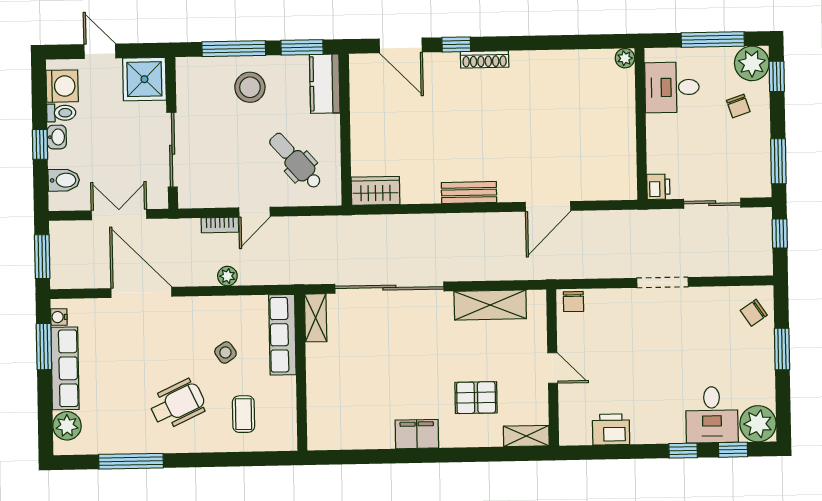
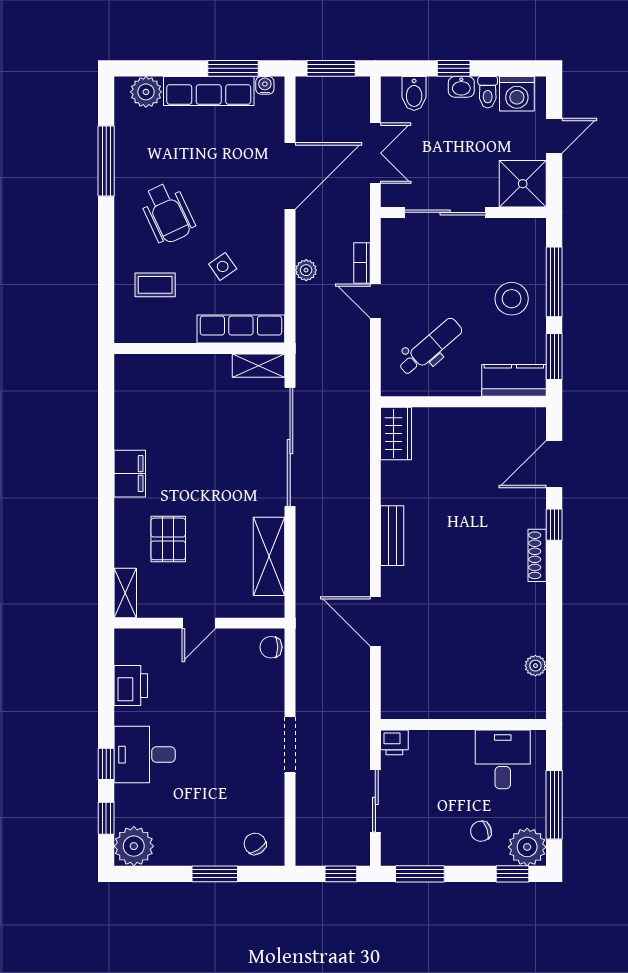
plant: (625, 58) -> (535, 666), moved
desk: (712, 415) -> (145, 755), moved

